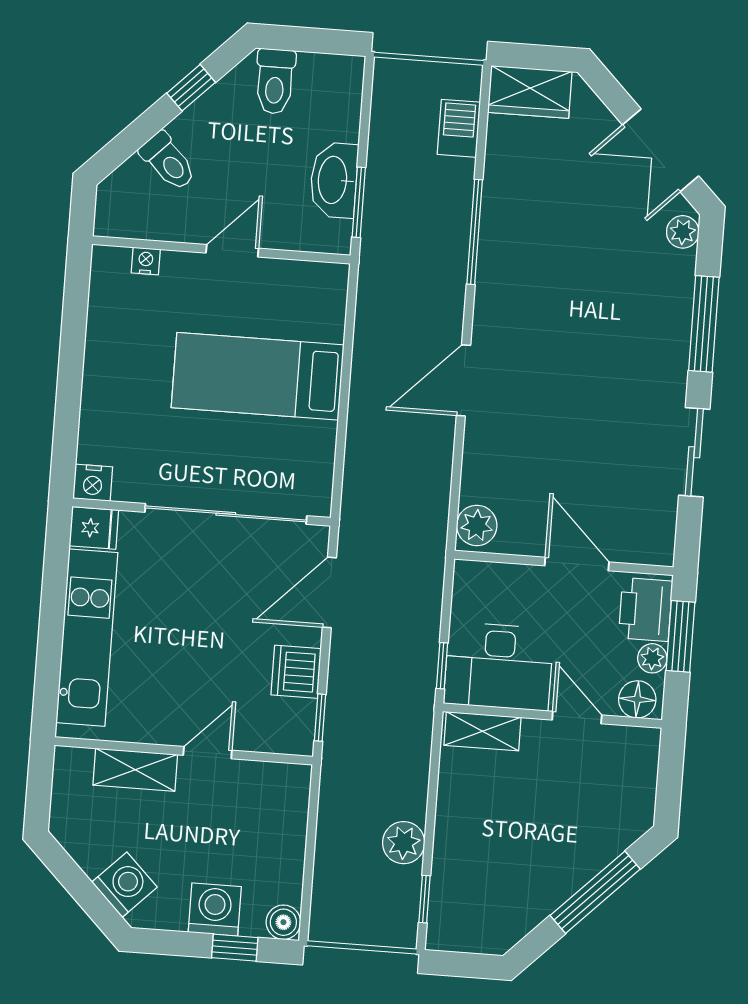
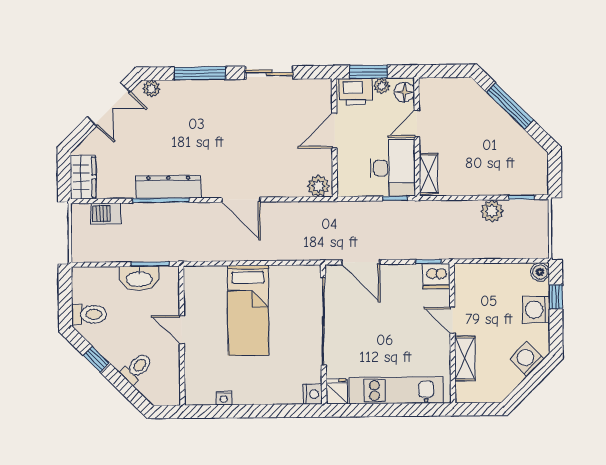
dresser: (499, 248) -> (168, 187), added
nightstand: (146, 261) -> (224, 398), moved, turned -90
dishwasher: (296, 672) -> (436, 276), moved

